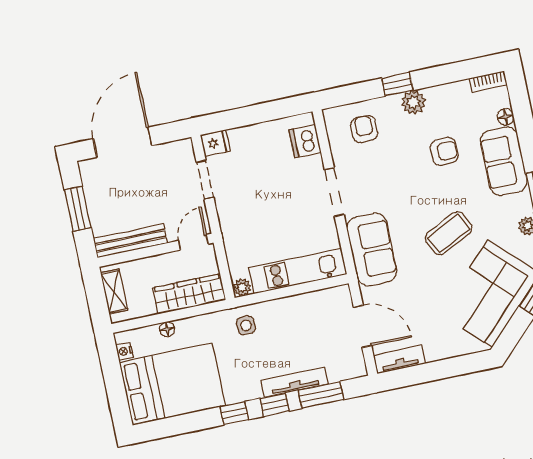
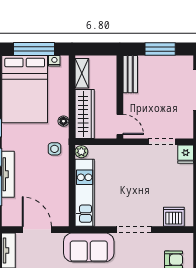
bench: (130, 241) -> (130, 74), width x0.73
shelving: (114, 291) -> (82, 73), moved, turned 90
door: (362, 326) -> (37, 230), swing flipped
floor lamp: (167, 329) -> (63, 121), moved
window: (114, 383) -> (34, 49), added

